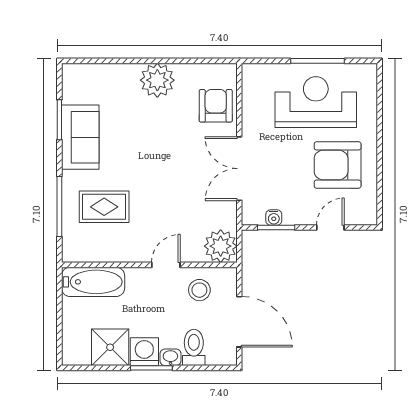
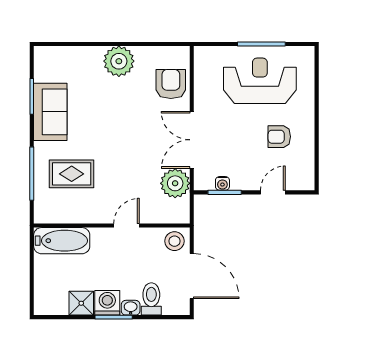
armchair: (338, 165) -> (279, 137), width x0.53, depth x0.53
plant: (221, 246) -> (175, 183), moved
stool: (199, 290) -> (174, 241), moved
shower: (110, 347) -> (81, 303), width x0.73, depth x0.73

